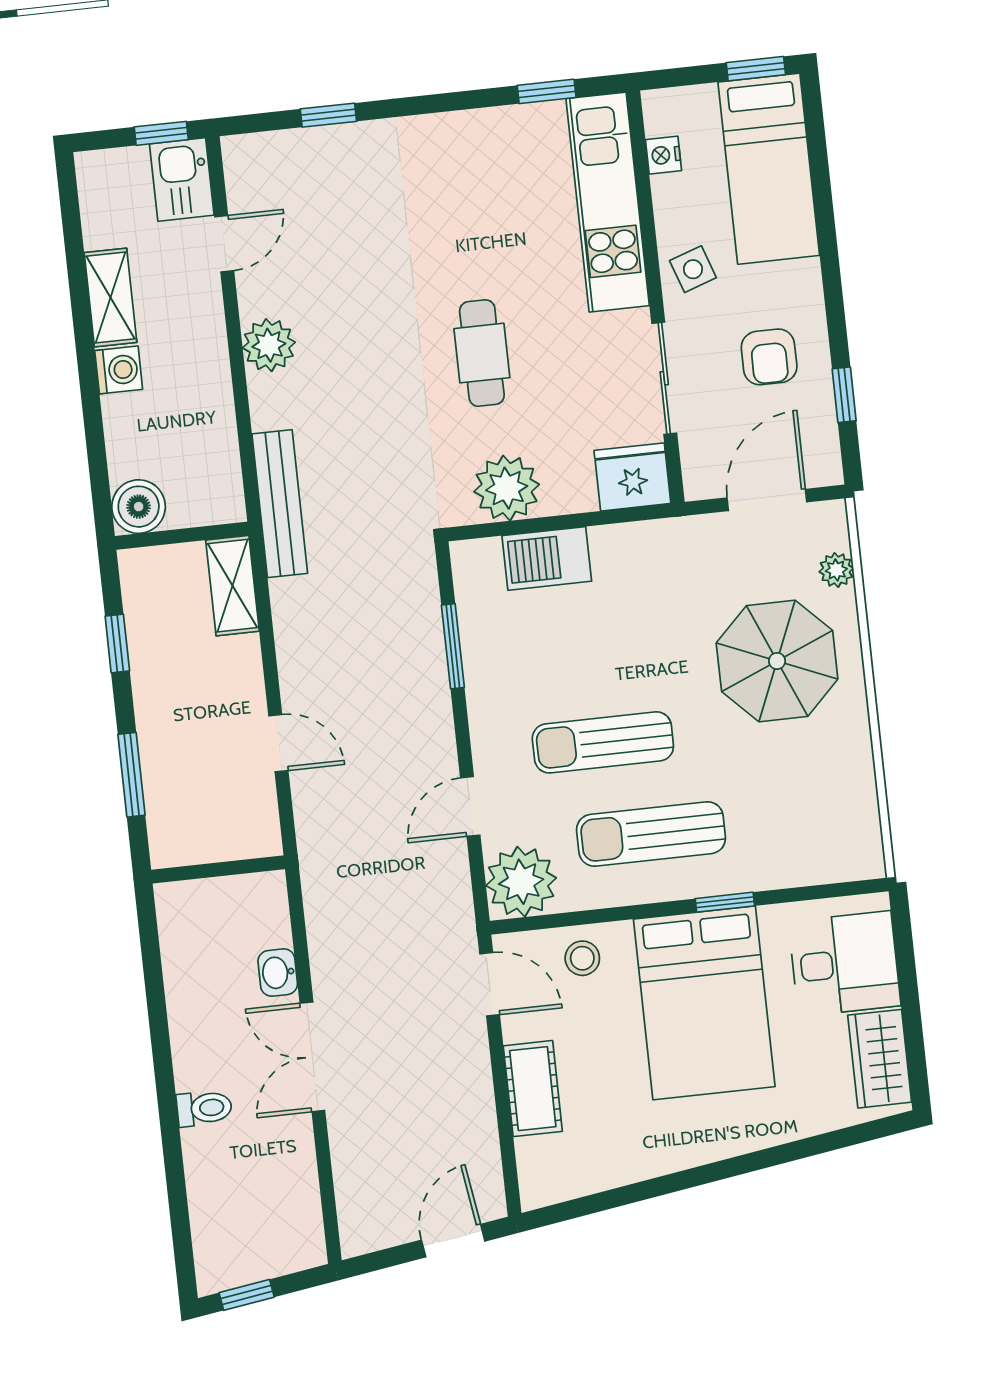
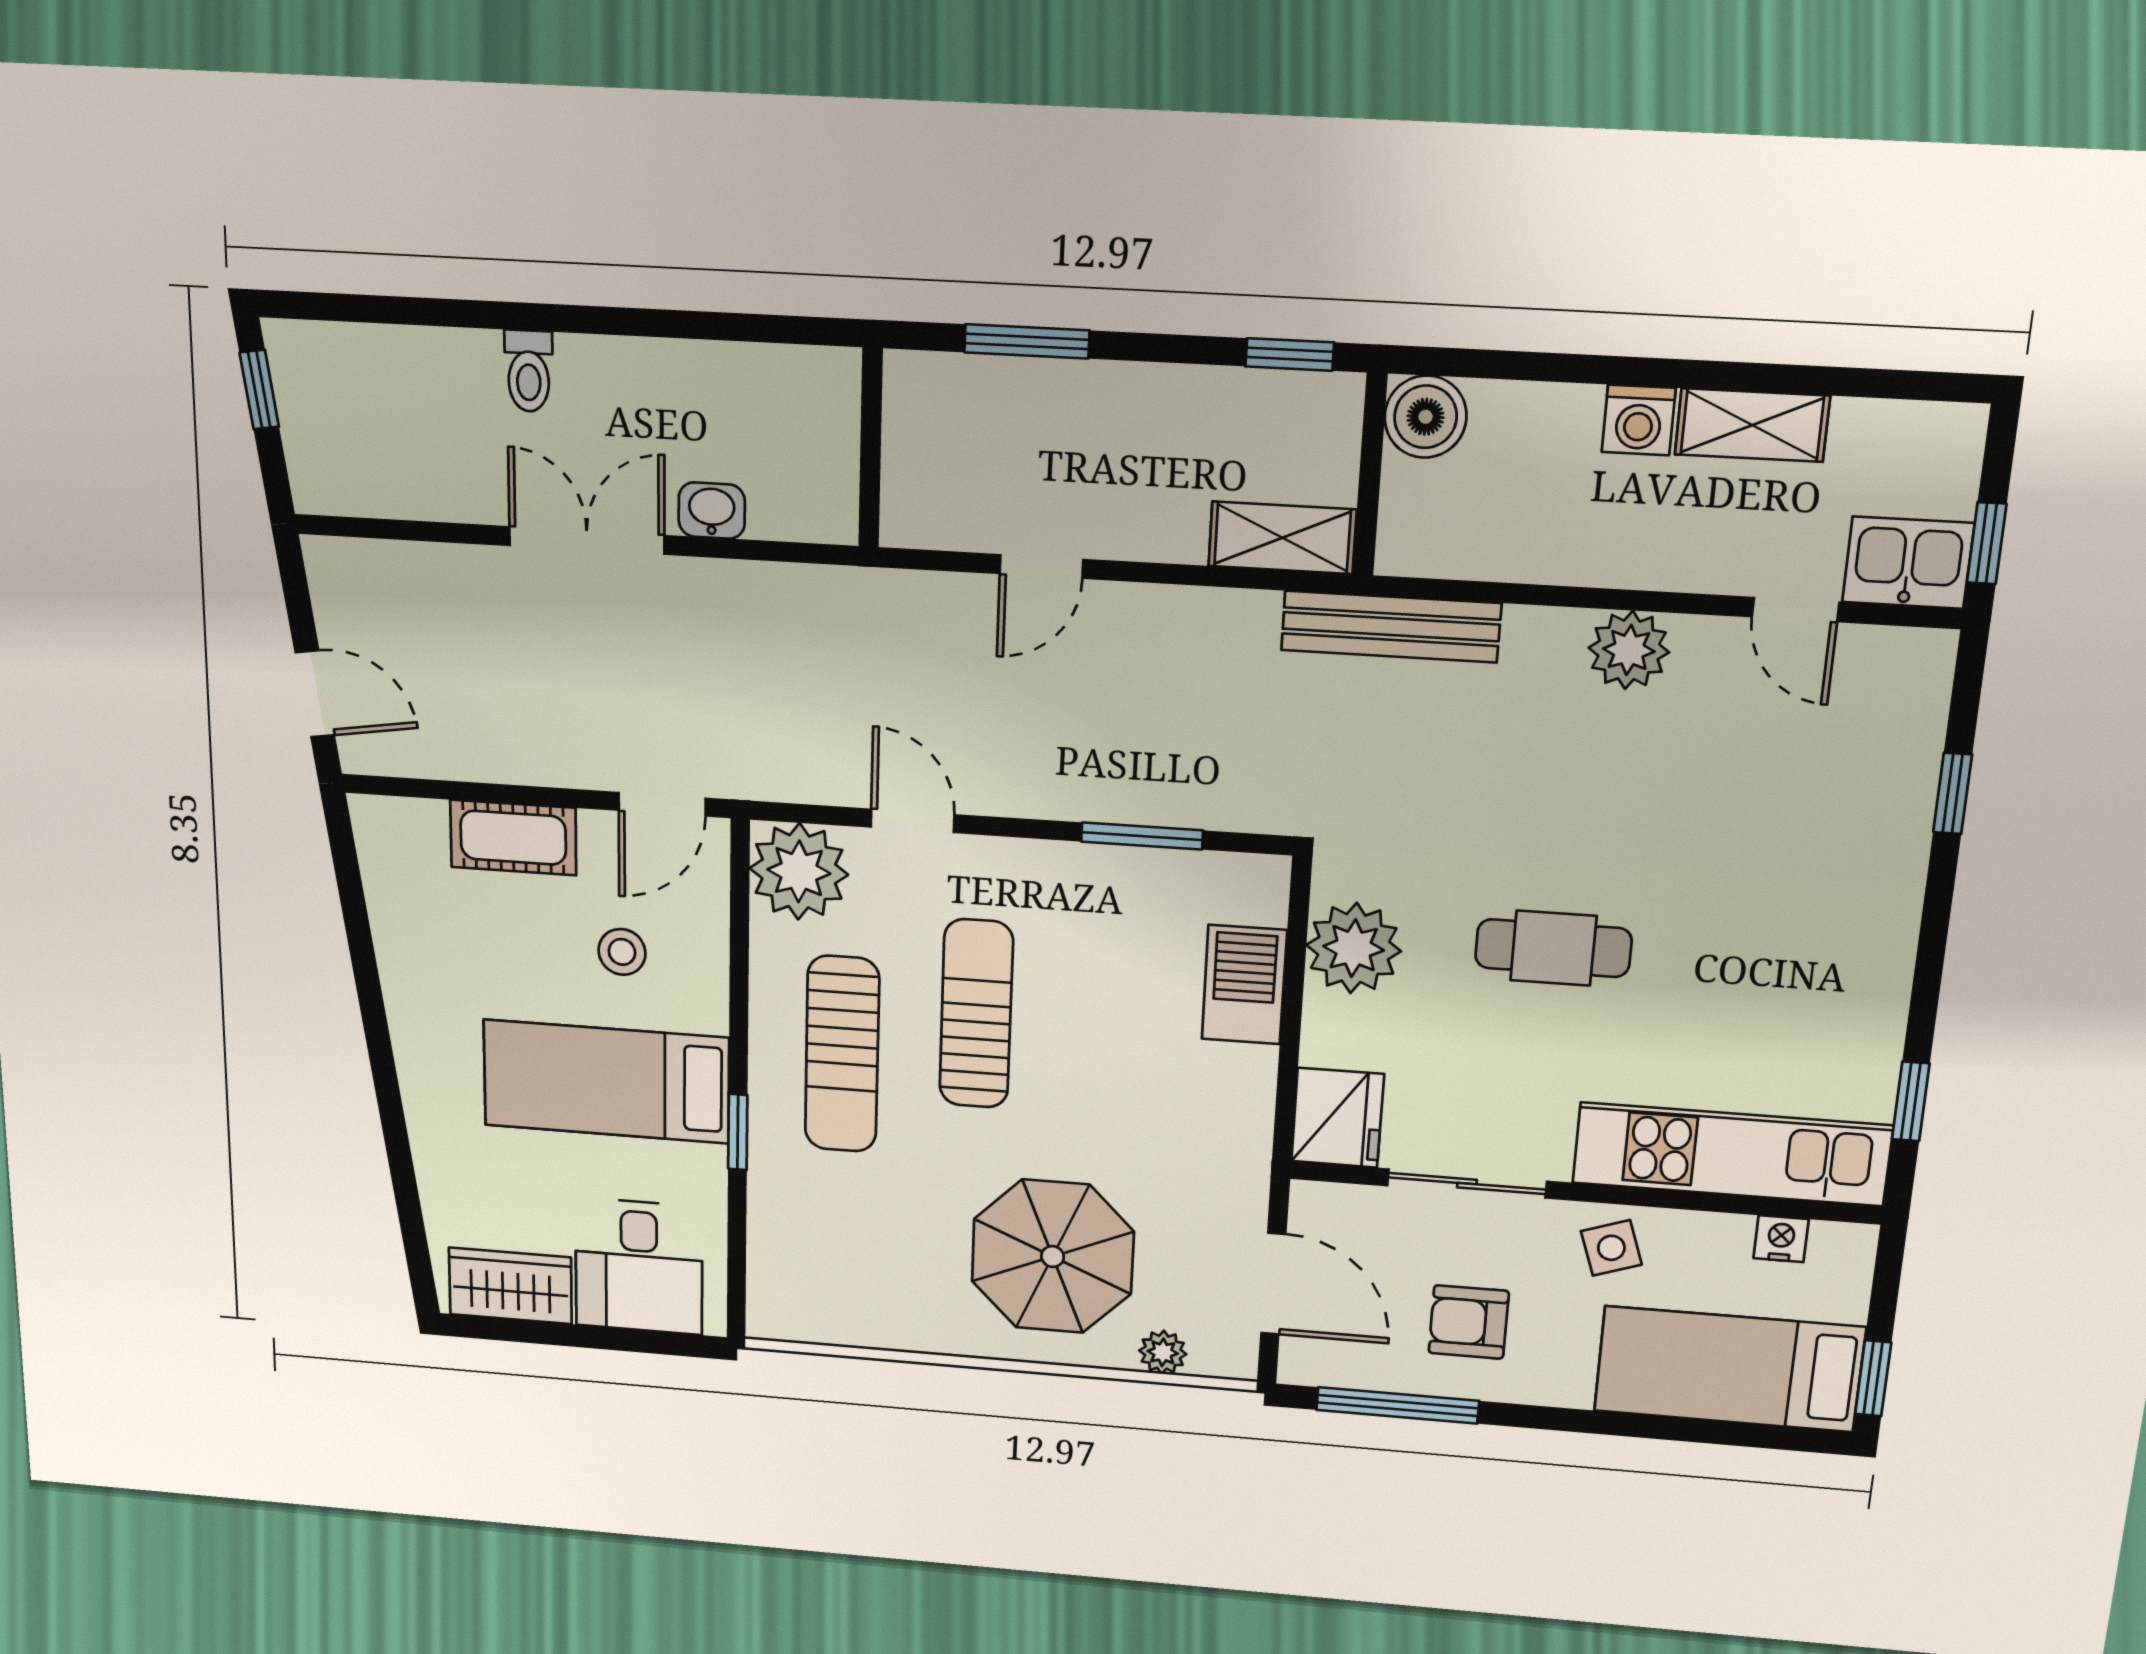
window: (844, 395) -> (1397, 1405), width x2.17
window: (117, 644) -> (1290, 354), moved
sun lounger: (651, 834) -> (842, 1054), turned 180
stool: (582, 958) -> (622, 952), moved
bed: (704, 1003) -> (606, 1082), width x0.67

